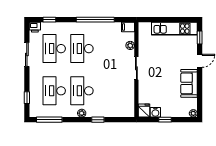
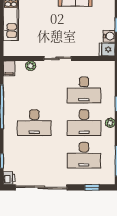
desk: (54, 49) -> (84, 90), moved
sliding door: (27, 54) -> (41, 187), width x1.86

